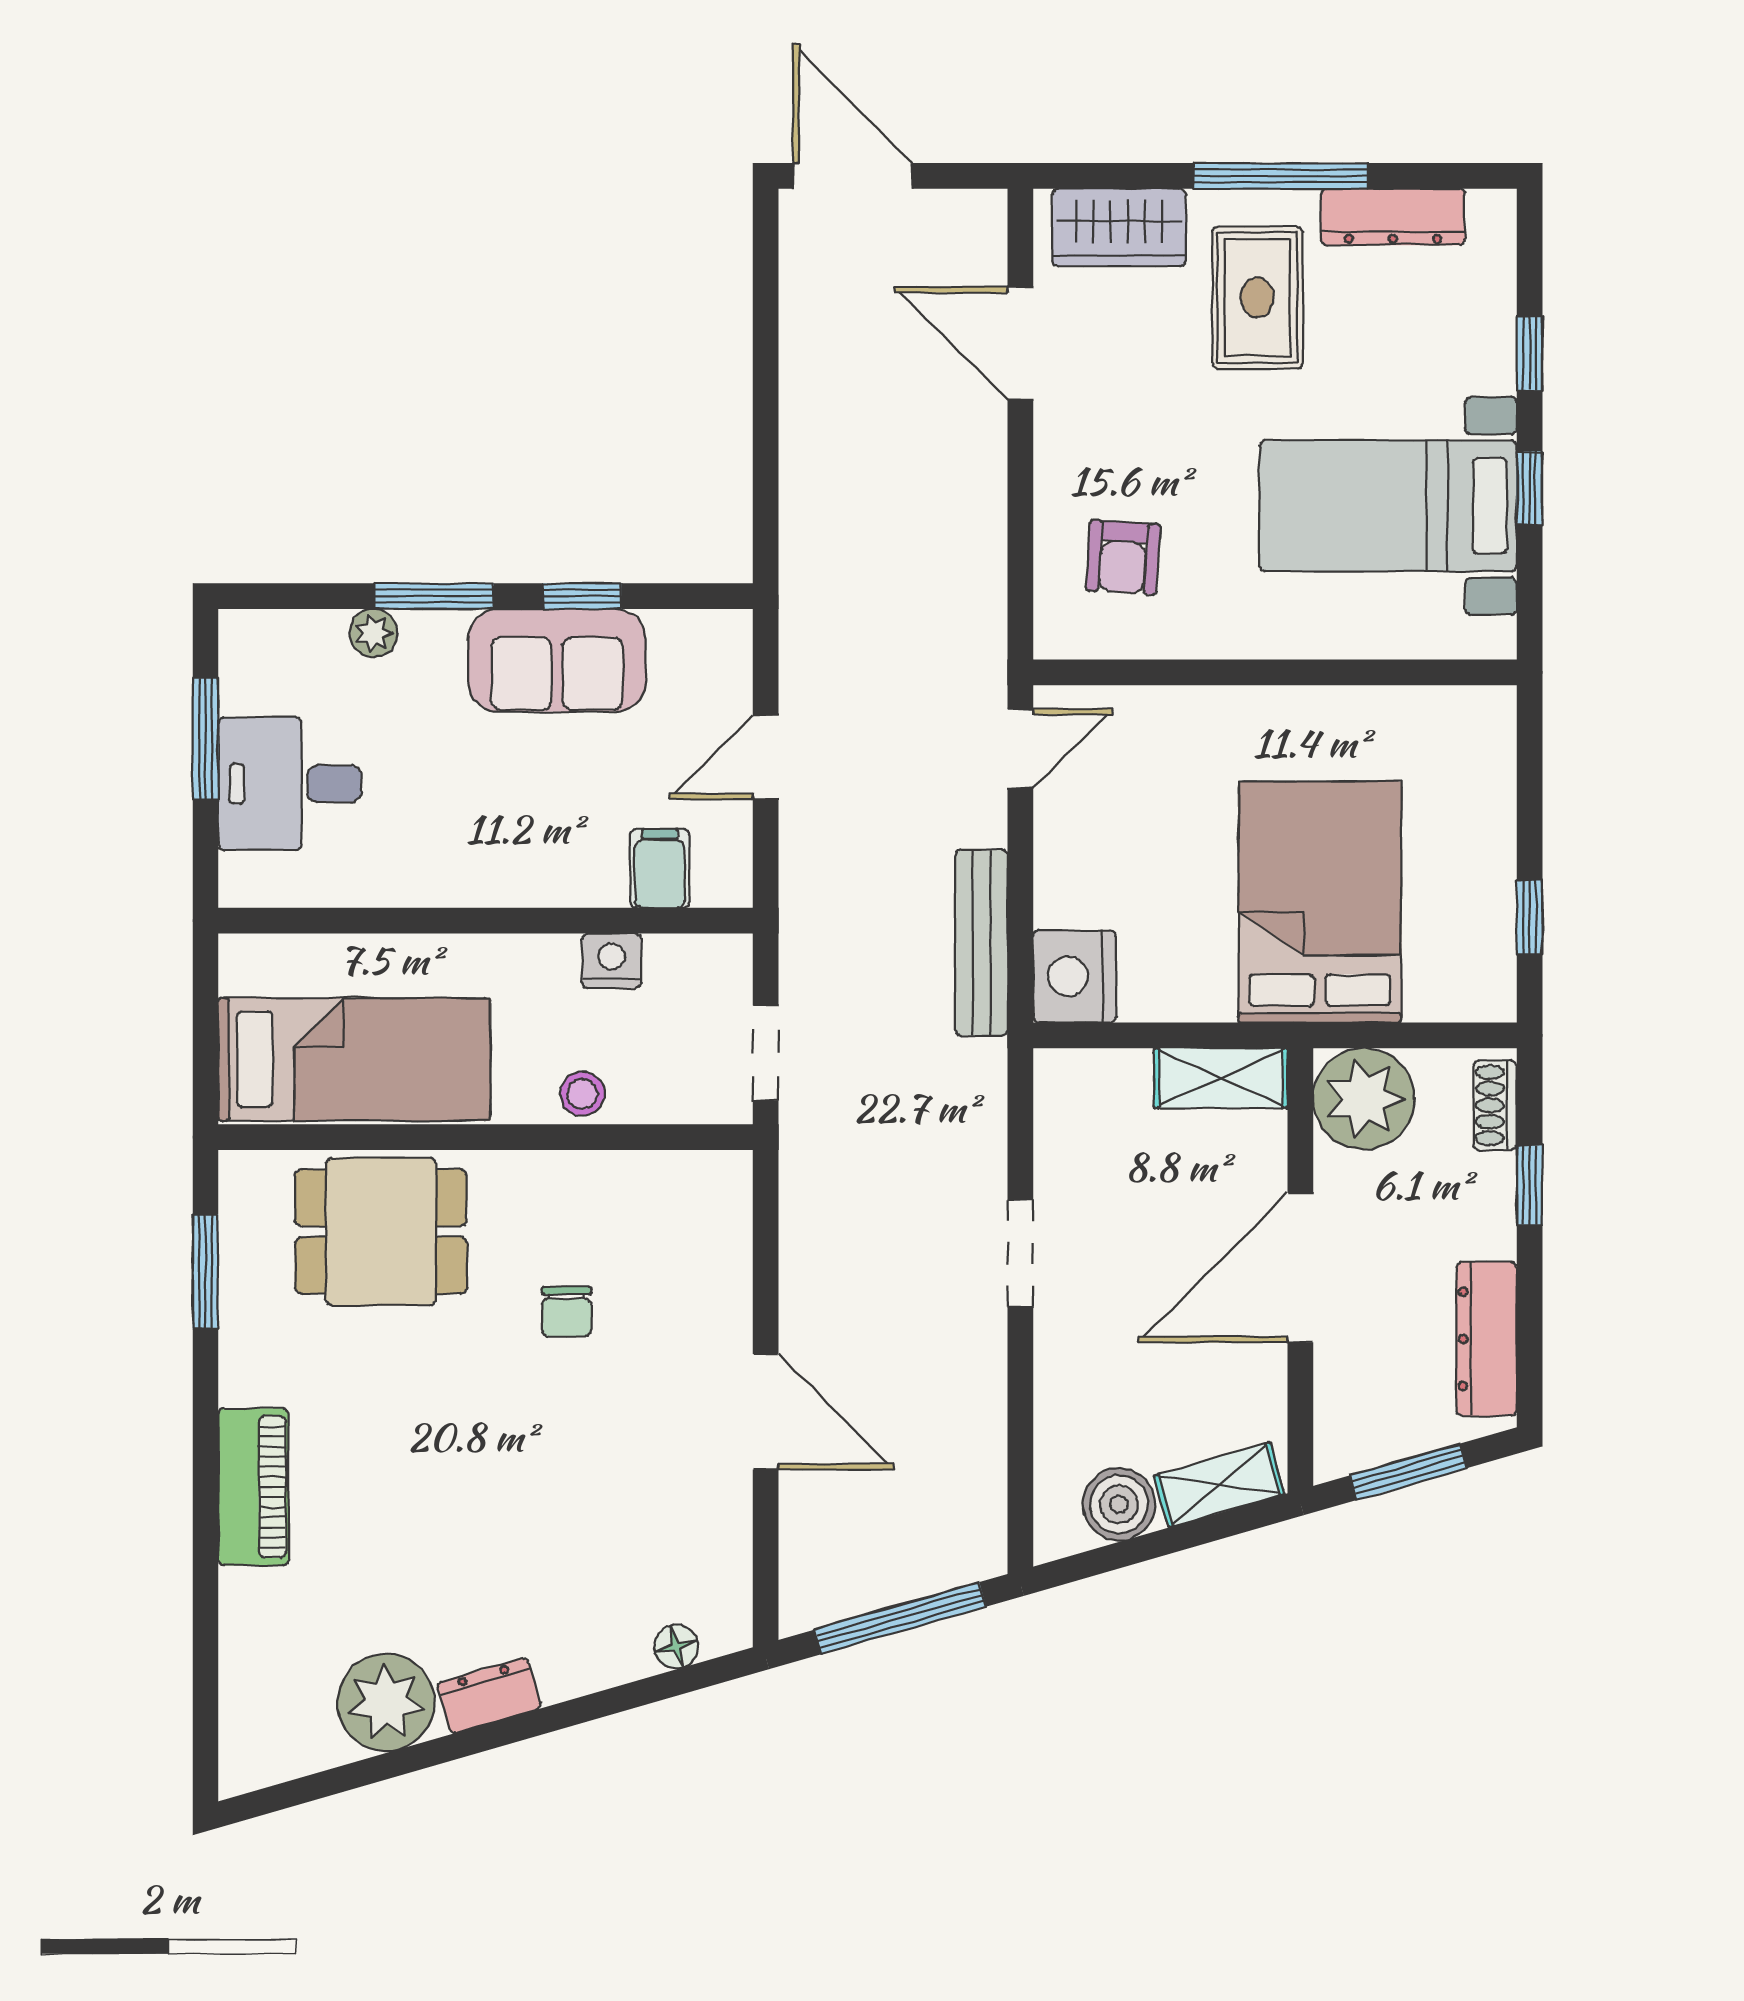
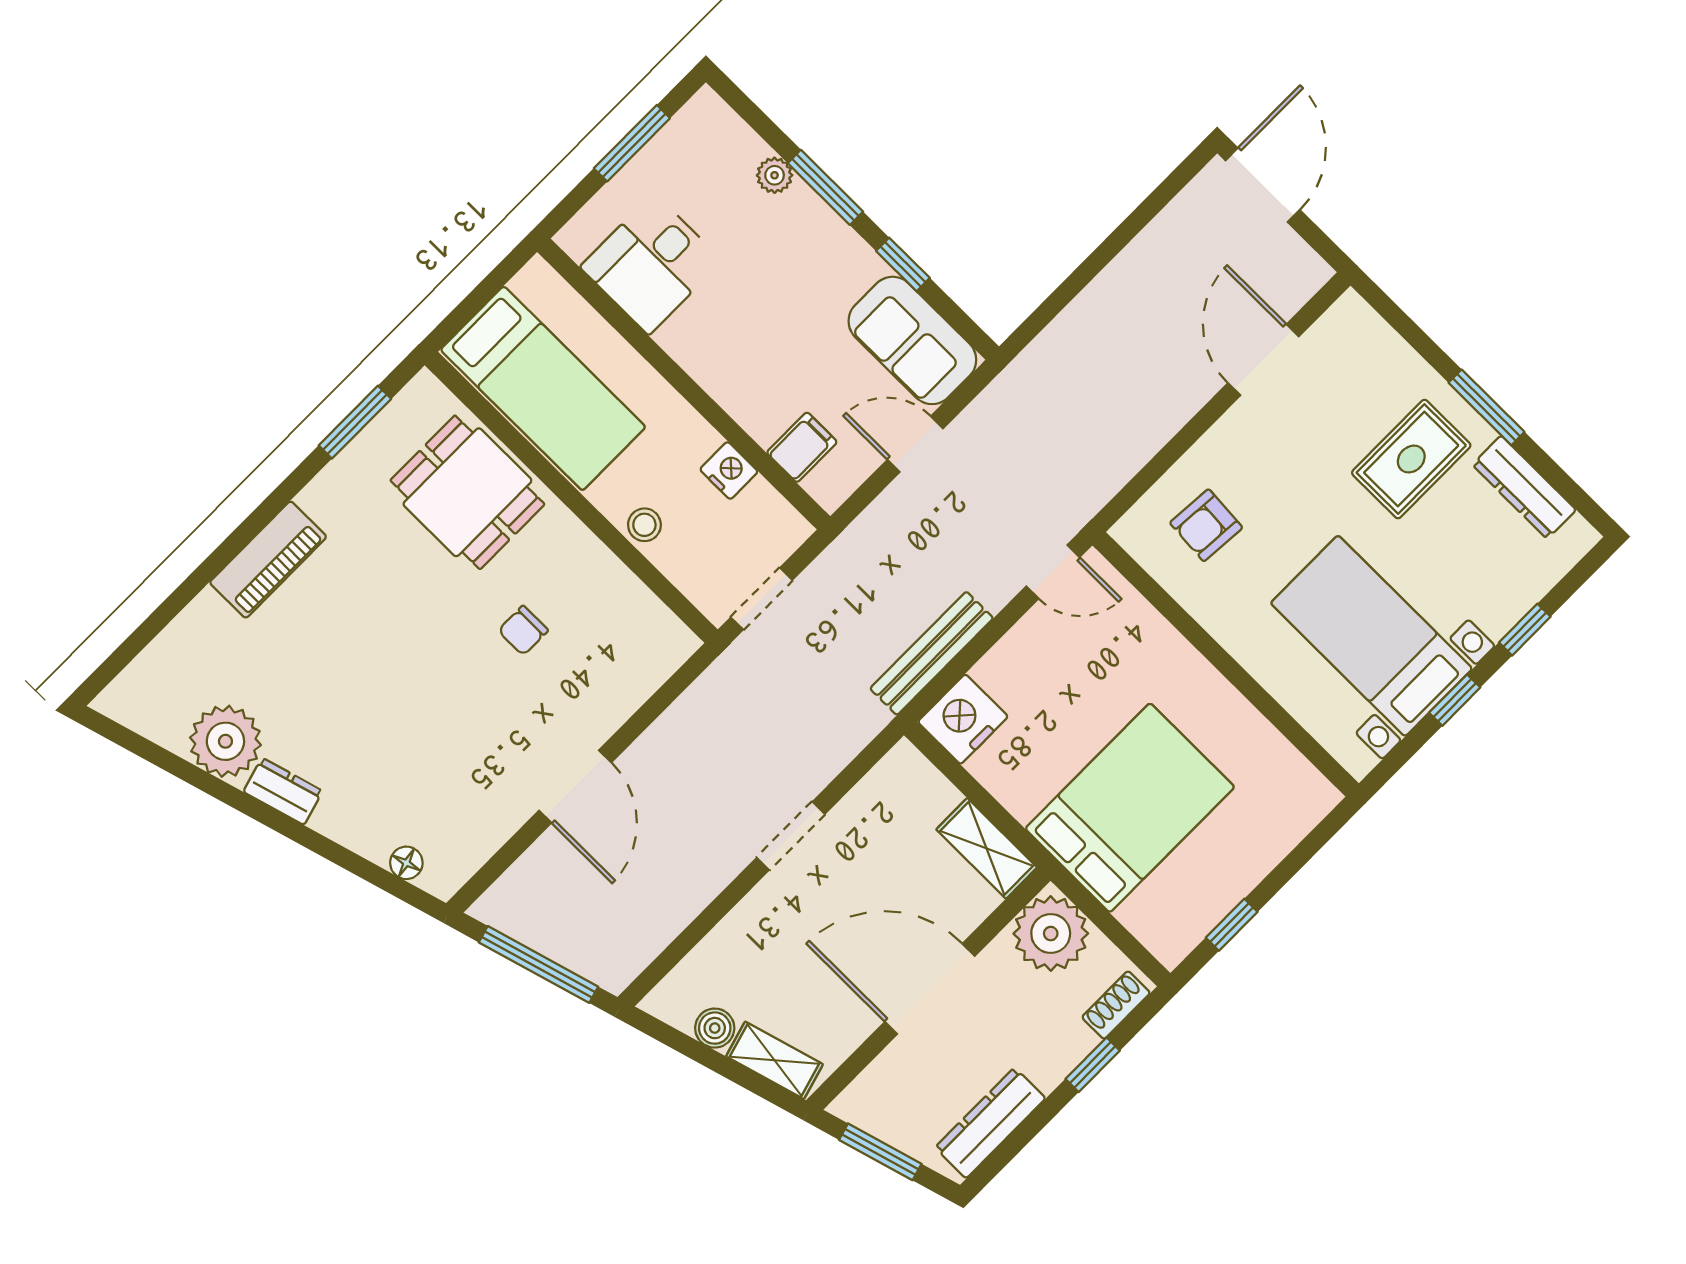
window: (1280, 176) -> (1486, 407), width x0.69
wardrobe: (1119, 227) -> (1375, 350), removed
sofa: (557, 660) -> (912, 340), moved
desk: (290, 784) -> (651, 264), moved, turned -90
boiler: (1119, 1504) -> (715, 1028), width x0.73, depth x0.73

